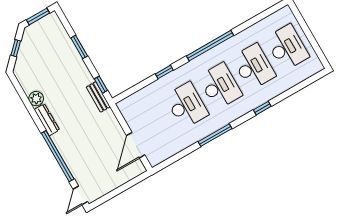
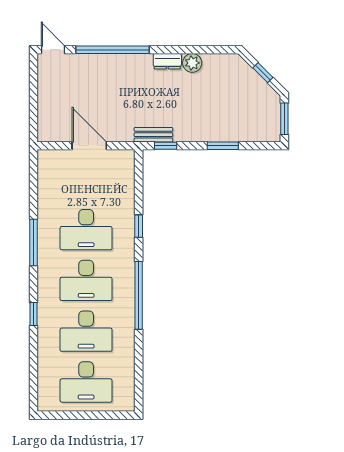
dresser: (47, 120) -> (167, 61), width x0.70
door: (136, 145) -> (89, 146), moved

